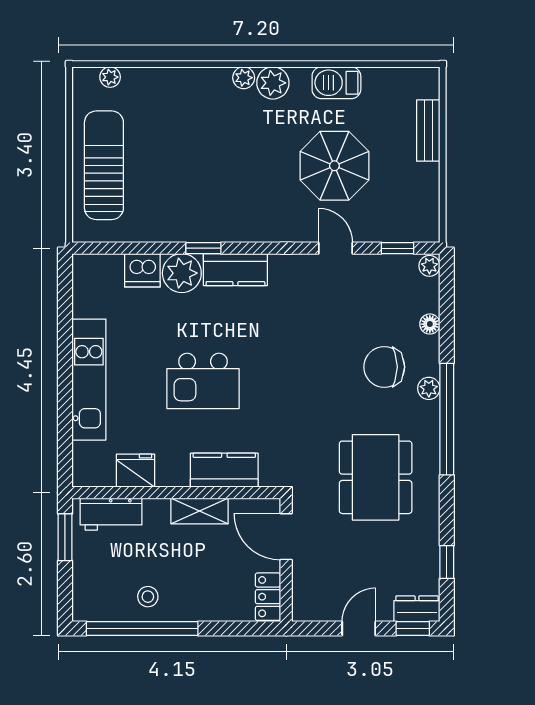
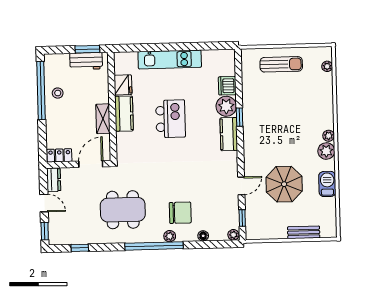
sun lounger: (104, 165) -> (281, 64), width x0.73, depth x0.75
chair: (384, 367) -> (180, 213), turned 90
kitchen island: (203, 381) -> (171, 119), turned 180
kitchen counter: (224, 470) -> (124, 114), moved
workbench: (111, 514) -> (86, 61), moved, turned -90
dresser: (417, 609) -> (54, 180), moved

